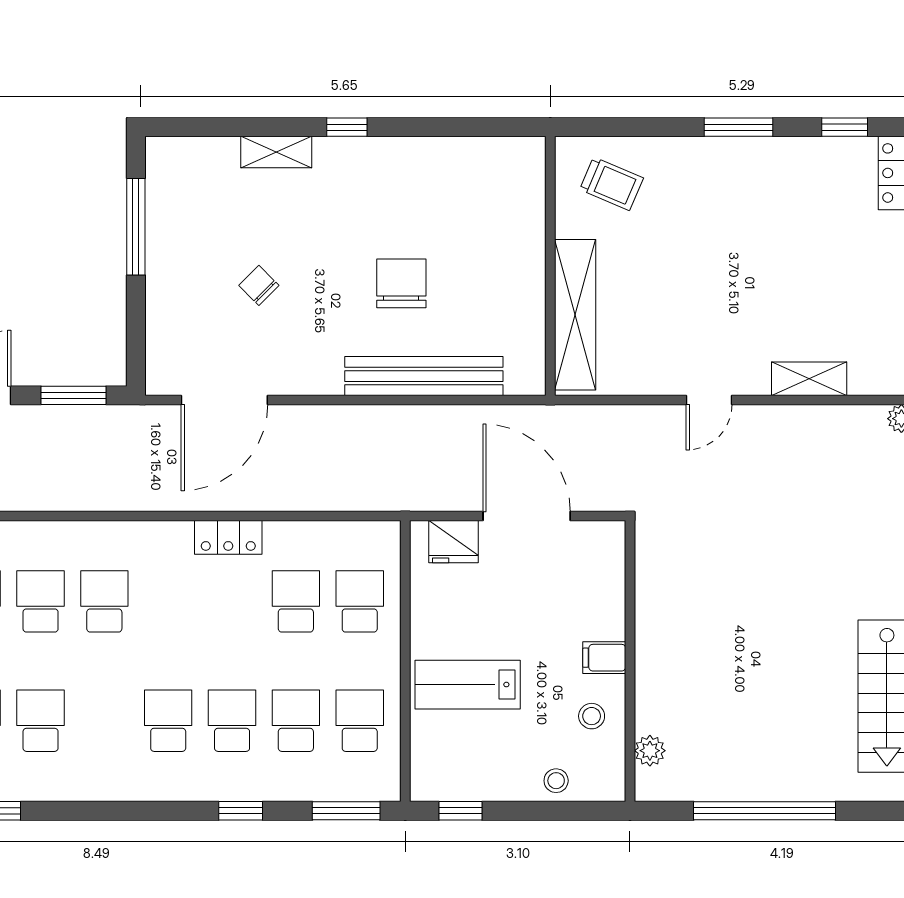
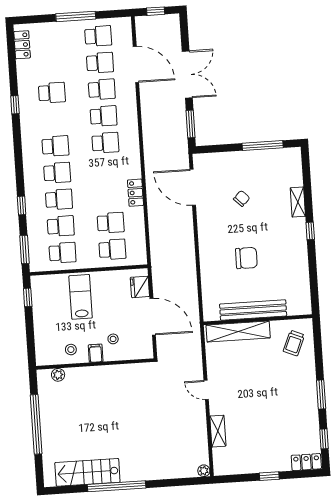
bench: (424, 376) -> (253, 310), moved, turned 90
door: (527, 516) -> (153, 317), hinge flipped
school desk: (41, 721) -> (55, 146), moved
stool: (556, 781) -> (113, 339), moved

